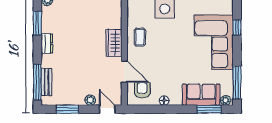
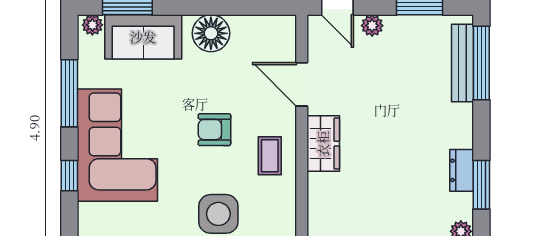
dresser: (47, 44) -> (462, 170), moved
bench: (46, 82) -> (463, 63), width x1.36
window: (237, 82) -> (69, 93), moved
armchair: (142, 90) -> (214, 130), moved, turned 90
floor lamp: (164, 101) -> (211, 33), width x1.89, depth x1.89

